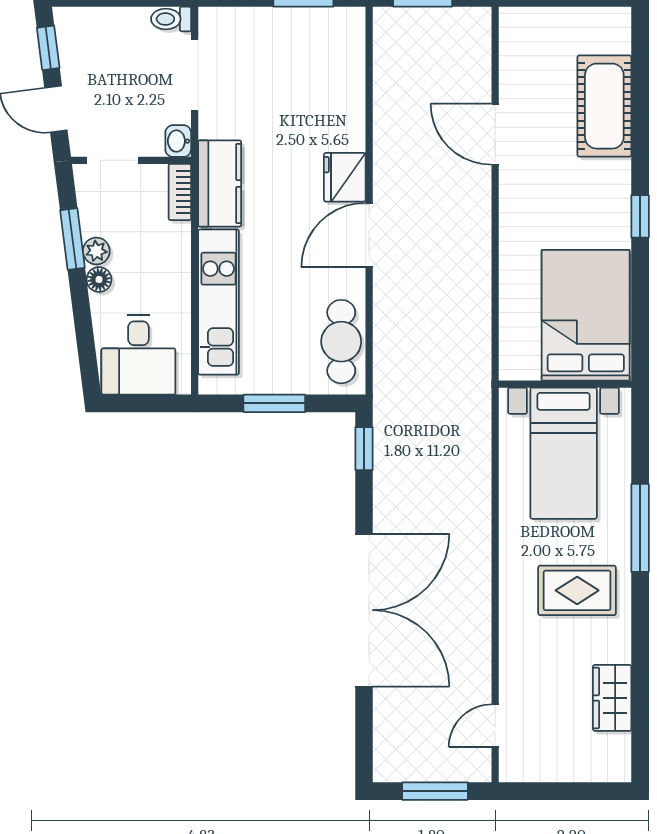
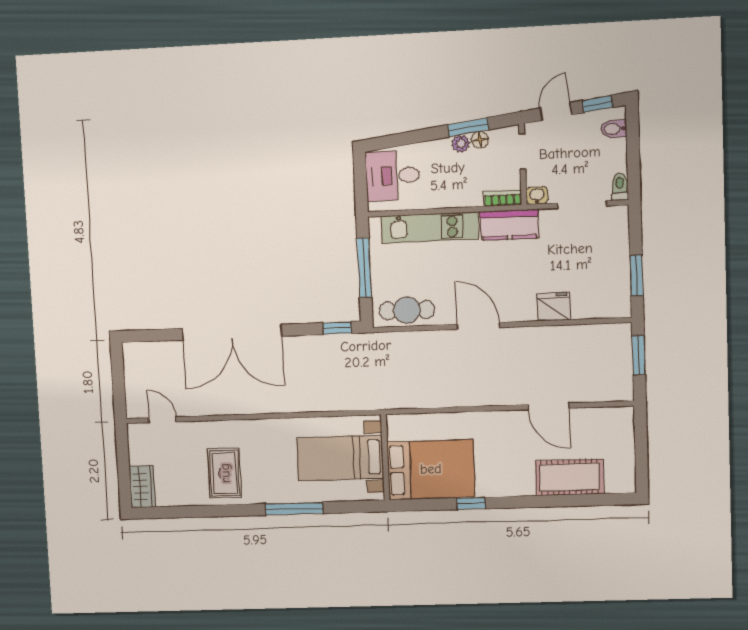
bidet: (86, 25) -> (614, 129), added
door: (495, 134) -> (549, 406), swing flipped
fridge: (345, 177) -> (554, 307), moved
window: (640, 216) -> (471, 503), moved
floor lamp: (99, 280) -> (480, 140), moved
window: (274, 403) -> (364, 268), width x1.44
rug: (577, 590) -> (225, 473), moved
wardrobe: (612, 698) -> (142, 487), moved, turned 90
window: (435, 791) -> (118, 383), removed

